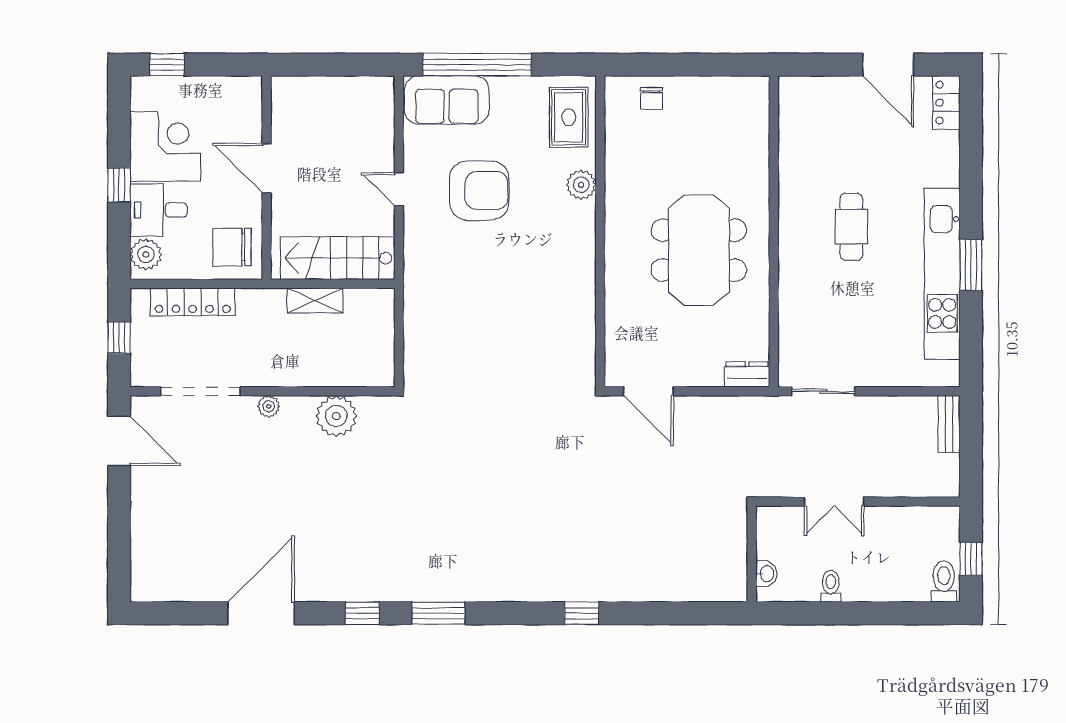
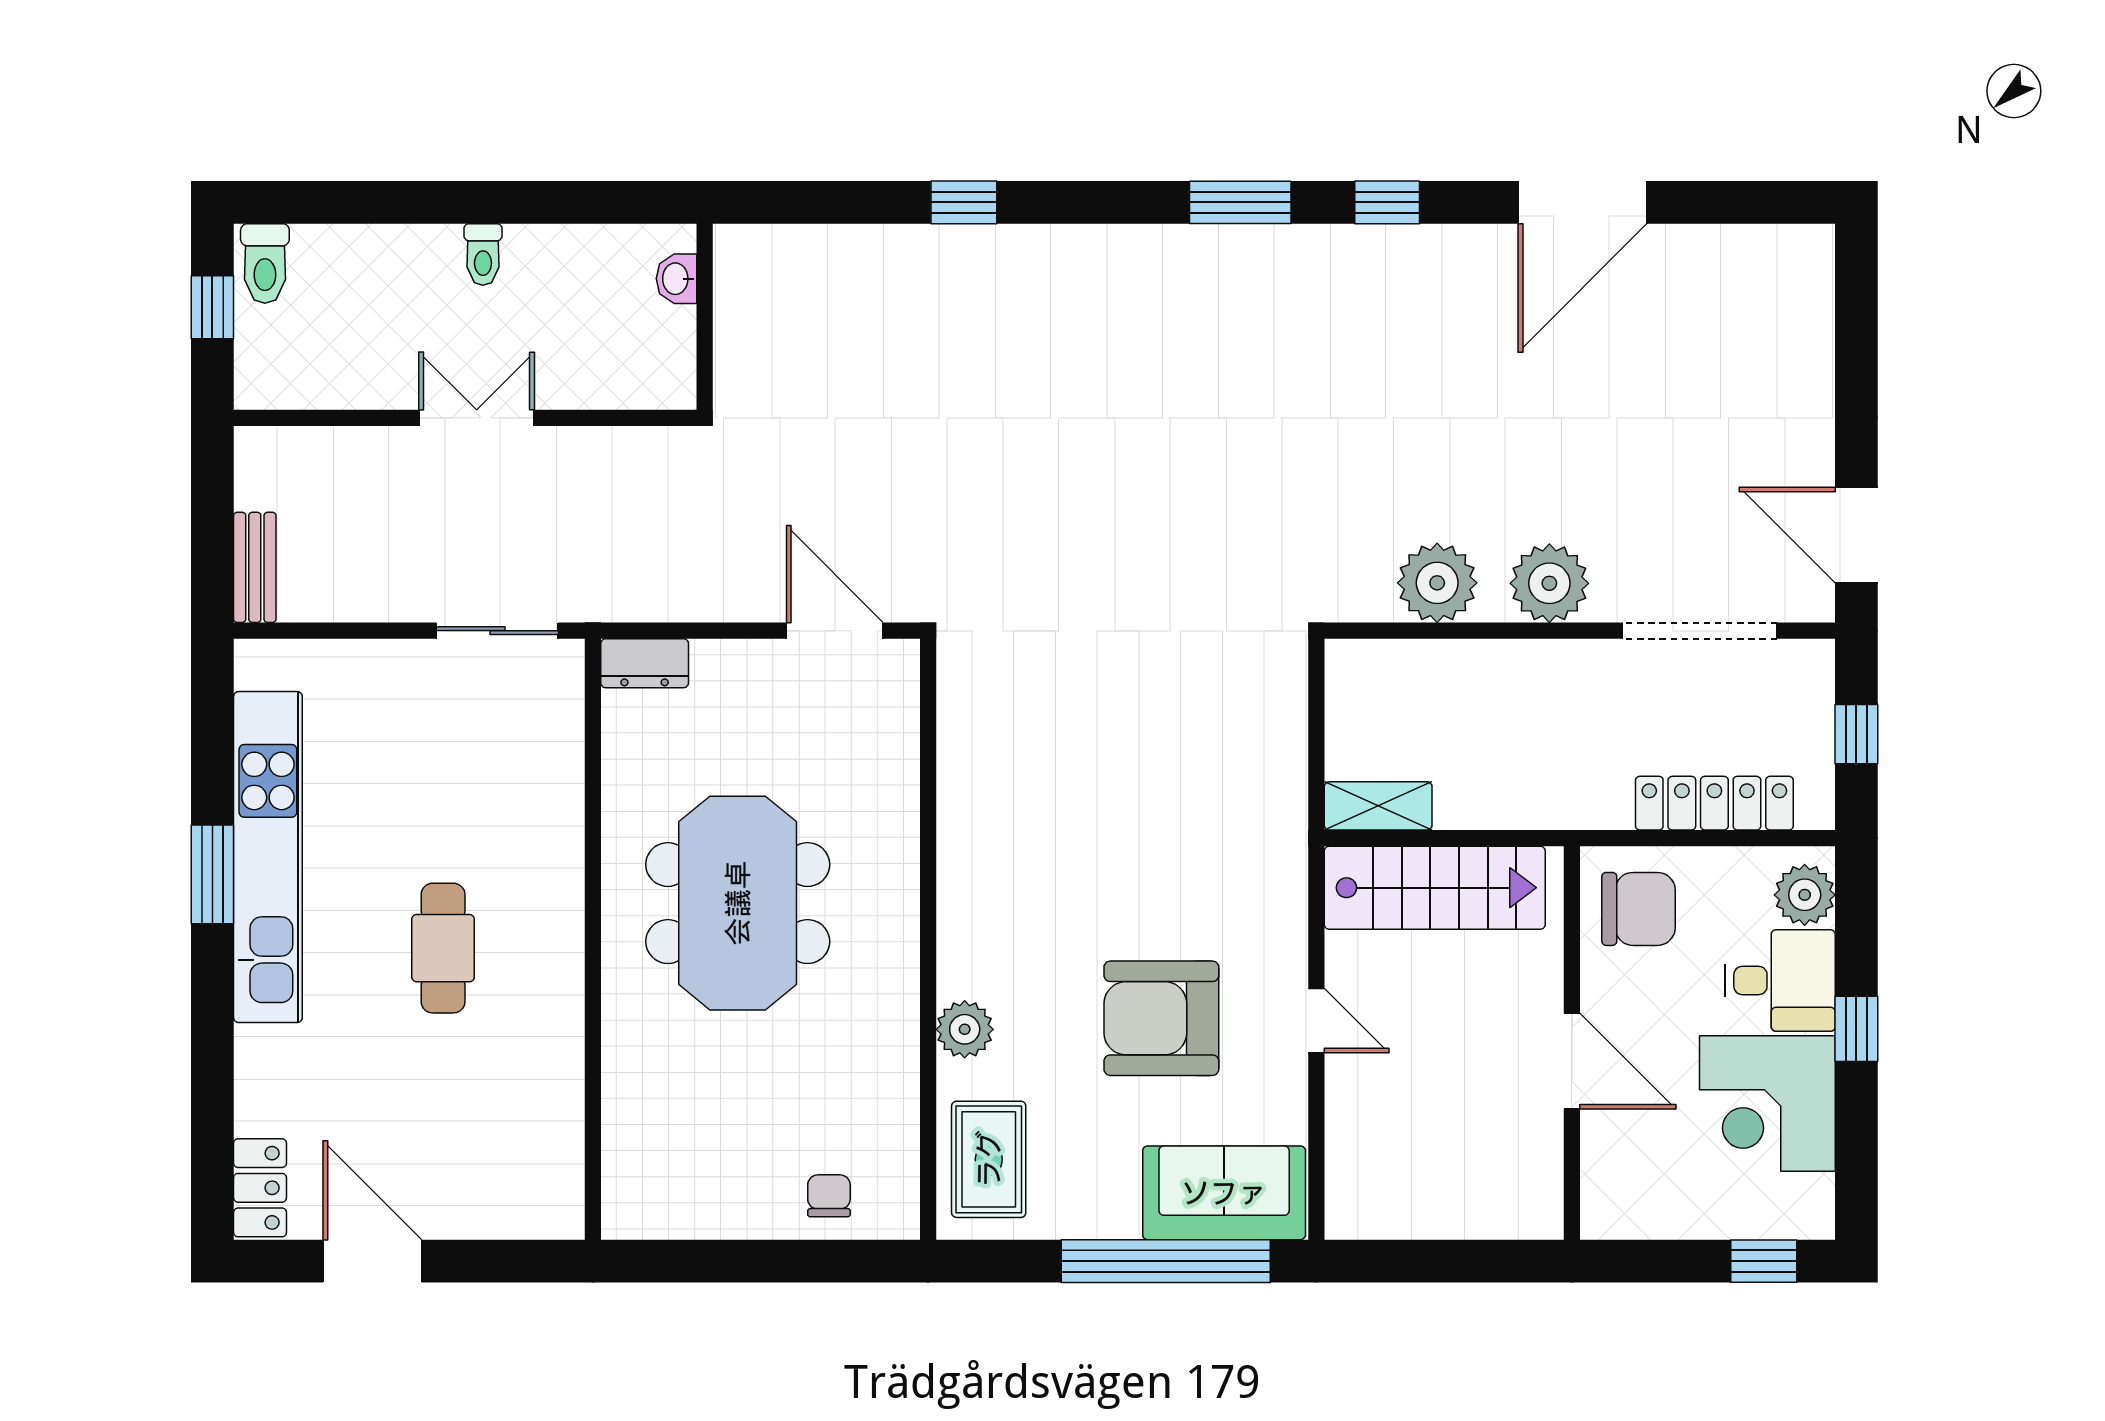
shelving: (315, 300) -> (1378, 806), moved
plant: (269, 406) -> (1549, 583), width x1.88, depth x1.88
wall: (752, 554) -> (705, 317), moved
washbasin: (766, 574) -> (676, 279), moved

